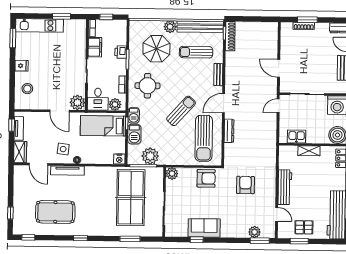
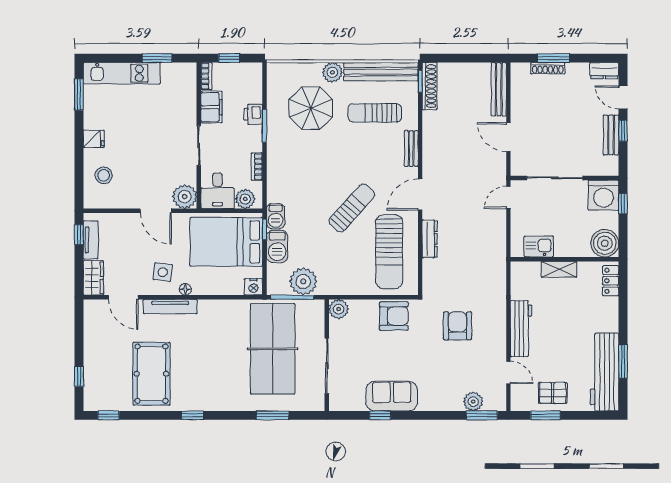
bench: (273, 39) -> (499, 89), added
round table: (147, 86) -> (297, 168), removed
bed: (103, 126) -> (226, 242), width x1.50
pool table: (55, 212) -> (151, 374), turned 90

